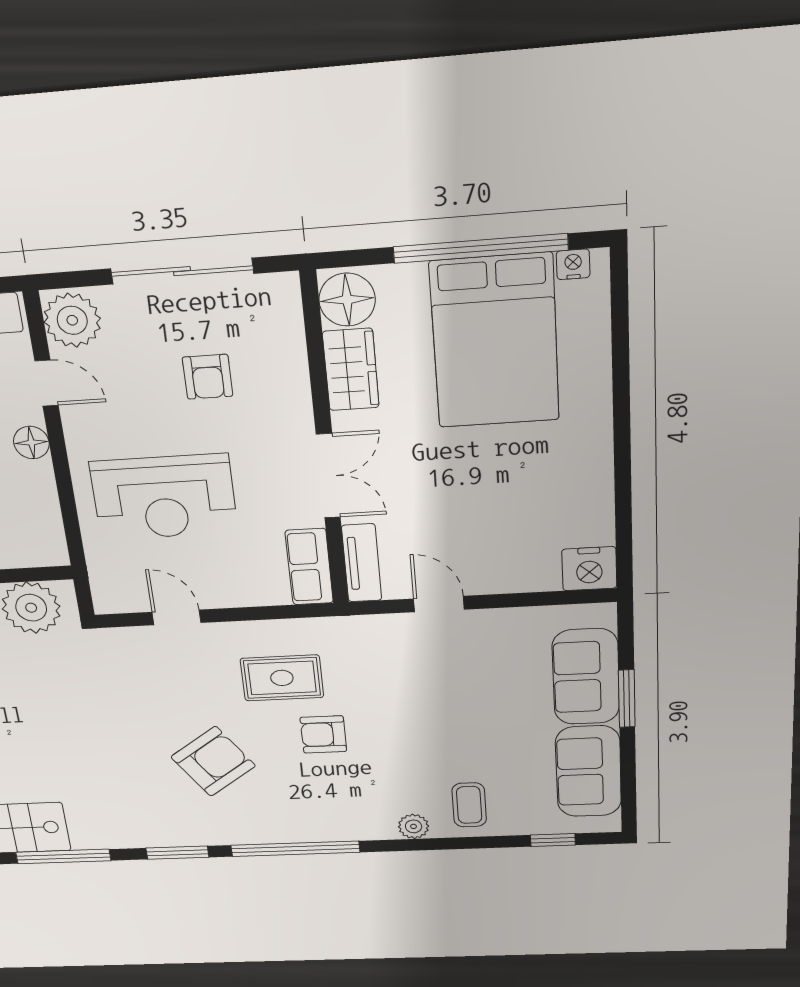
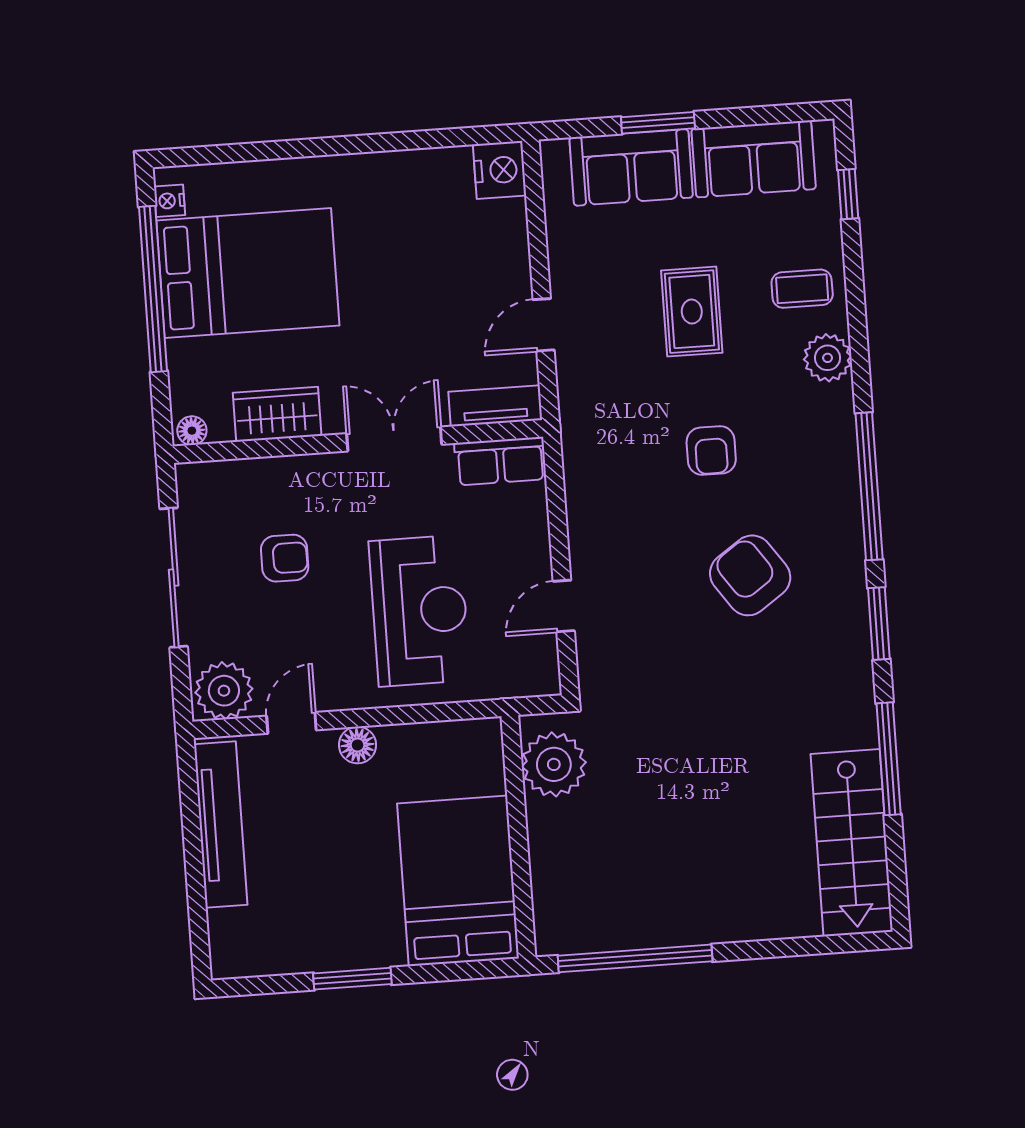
floor lamp: (347, 300) -> (192, 431), width x0.53, depth x0.53
rug: (282, 678) -> (692, 312), moved
plant: (414, 826) -> (828, 358), width x1.38, depth x1.38

